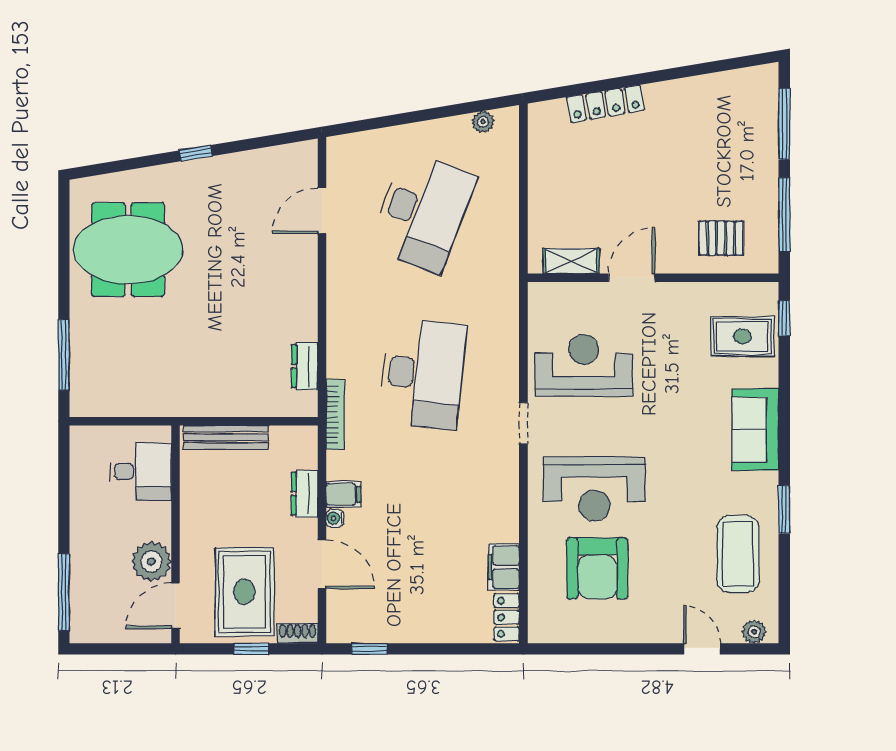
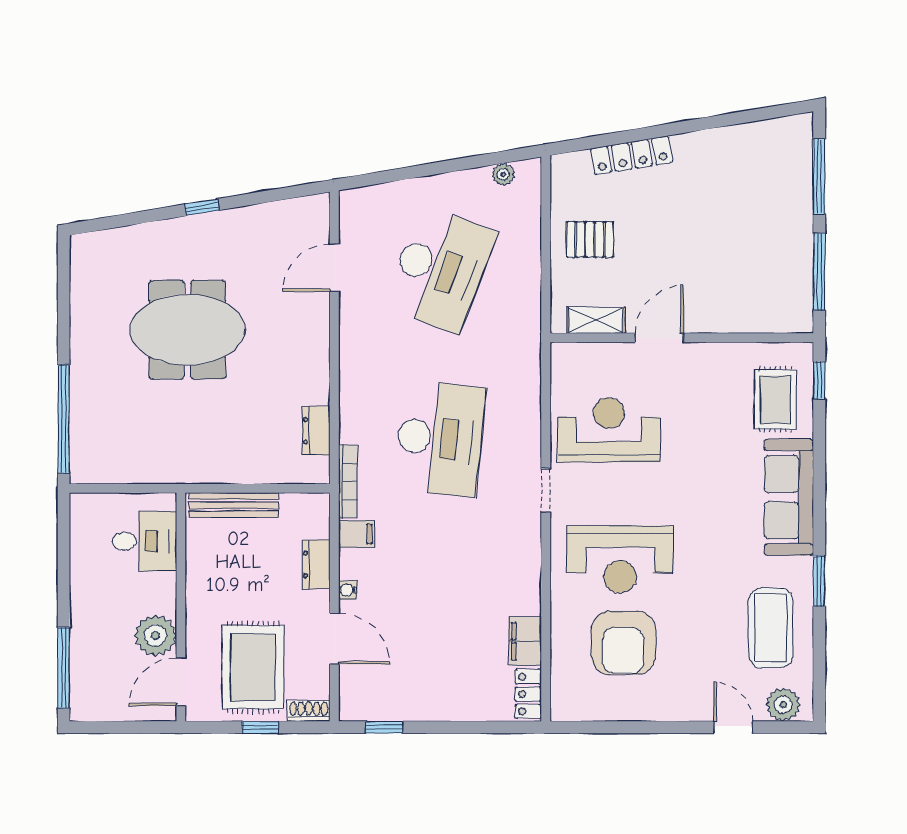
pallet: (721, 238) -> (590, 240), moved
meeting table: (128, 250) -> (187, 330), moved
rug: (742, 336) -> (775, 399), turned 90
window: (64, 355) -> (64, 419), width x1.46
sofa: (755, 430) -> (789, 497), width x1.36
filing cabinet: (343, 494) -> (357, 534), moved
plant: (754, 632) -> (783, 705), width x1.38, depth x1.38

